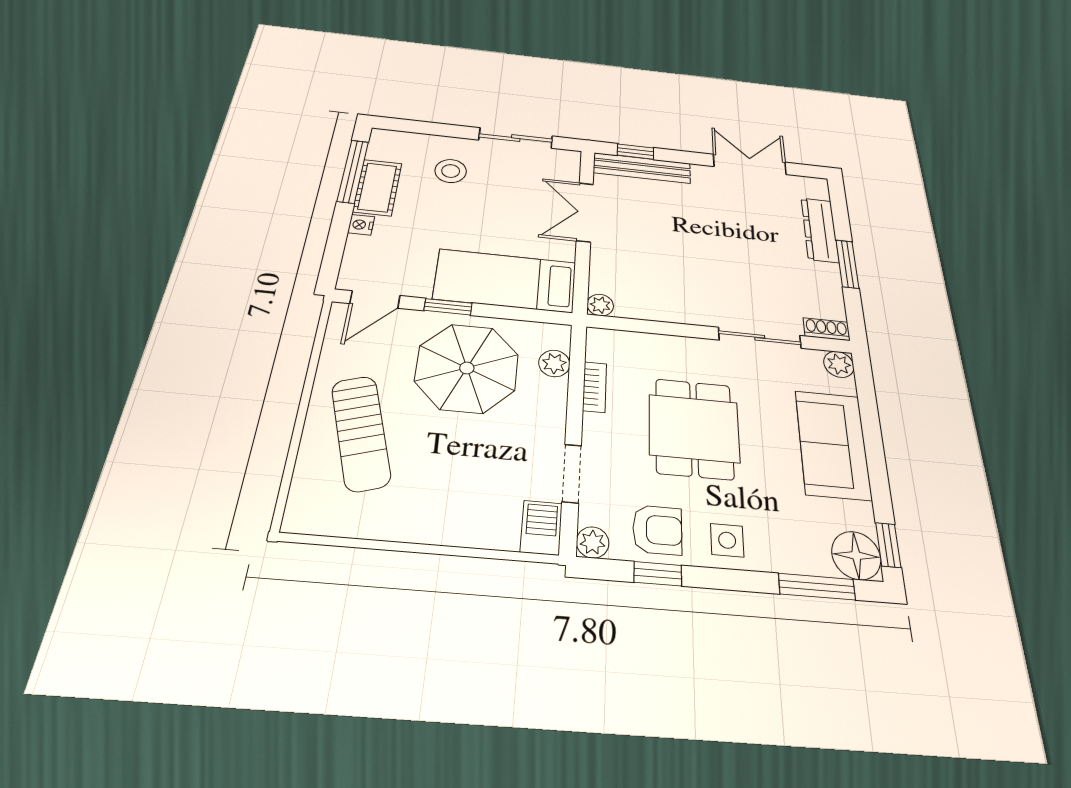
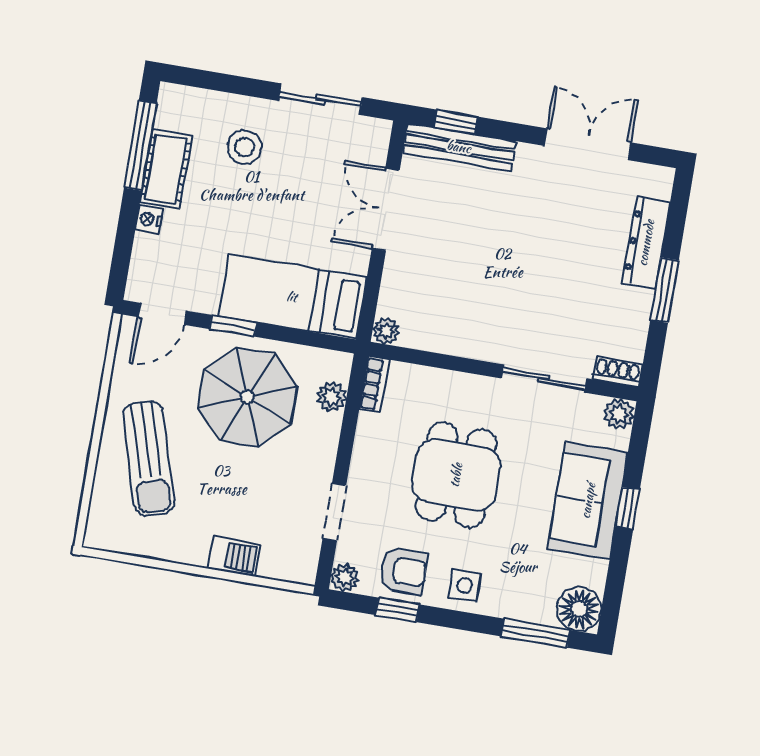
bookcase: (595, 387) -> (374, 384), moved
barbecue: (541, 528) -> (234, 556), moved, turned 90
window: (888, 545) -> (628, 508), moved

